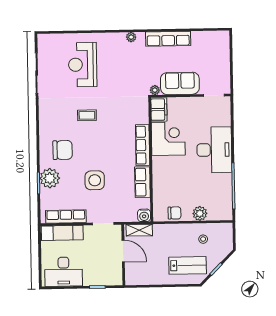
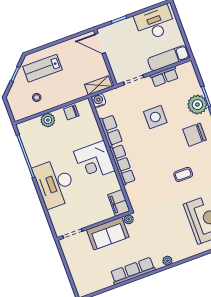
corner desk: (168, 139) -> (94, 161), moved
row of seats: (66, 217) -> (164, 77), width x0.68
door: (123, 251) -> (100, 43), moved

